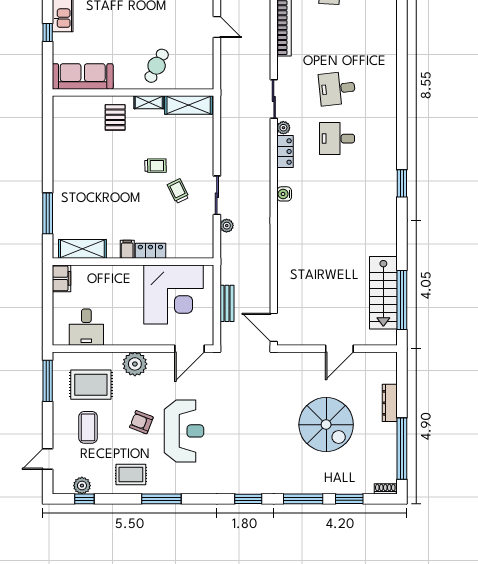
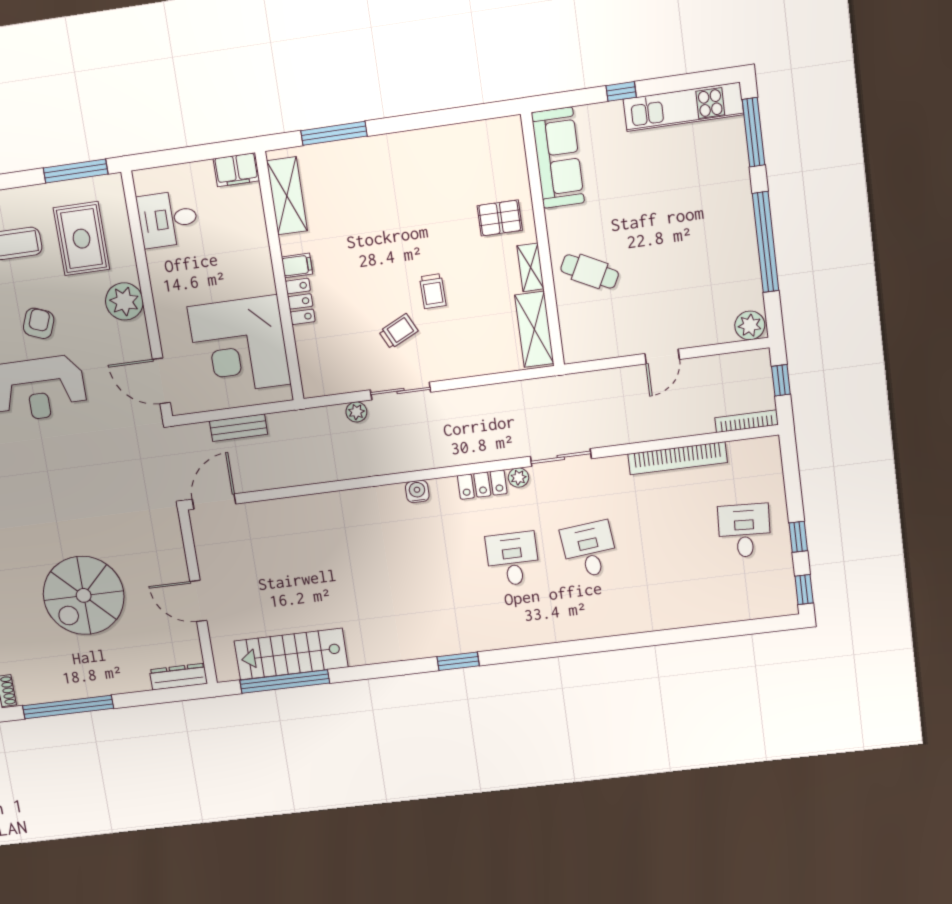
dresser: (390, 403) -> (178, 677), moved

